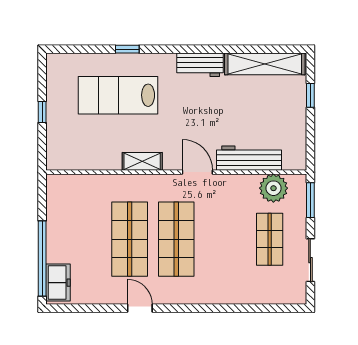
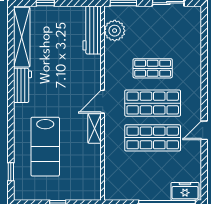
window: (127, 49) -> (11, 172), moved
workbench: (249, 158) -> (92, 30), moved
door: (197, 172) -> (103, 102), moved
shop shelf: (270, 239) -> (153, 68), moved

